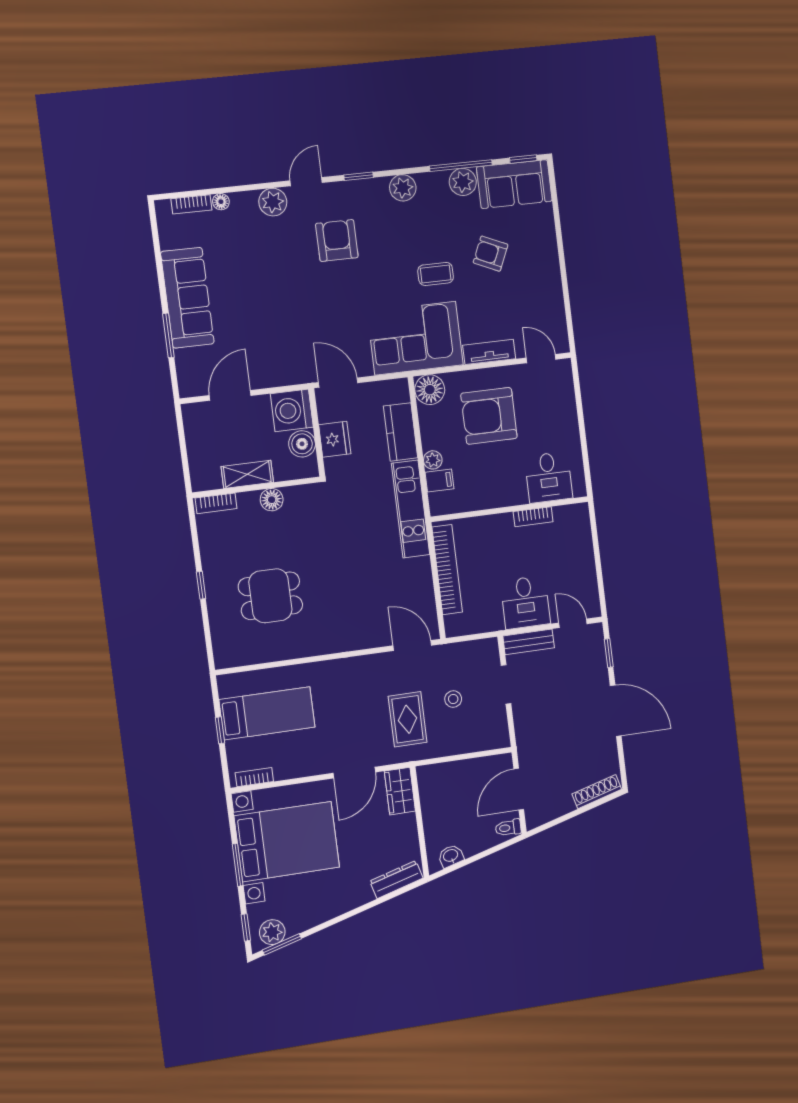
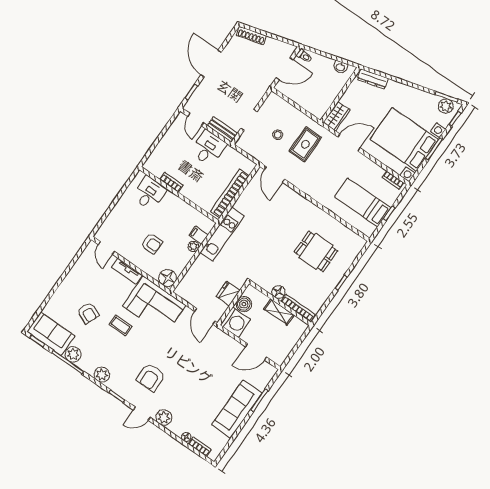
armchair: (489, 416) -> (152, 244), width x0.53, depth x0.53
kitchen counter: (401, 432) -> (197, 271), removed
bookcase: (216, 503) -> (298, 308), width x1.56

